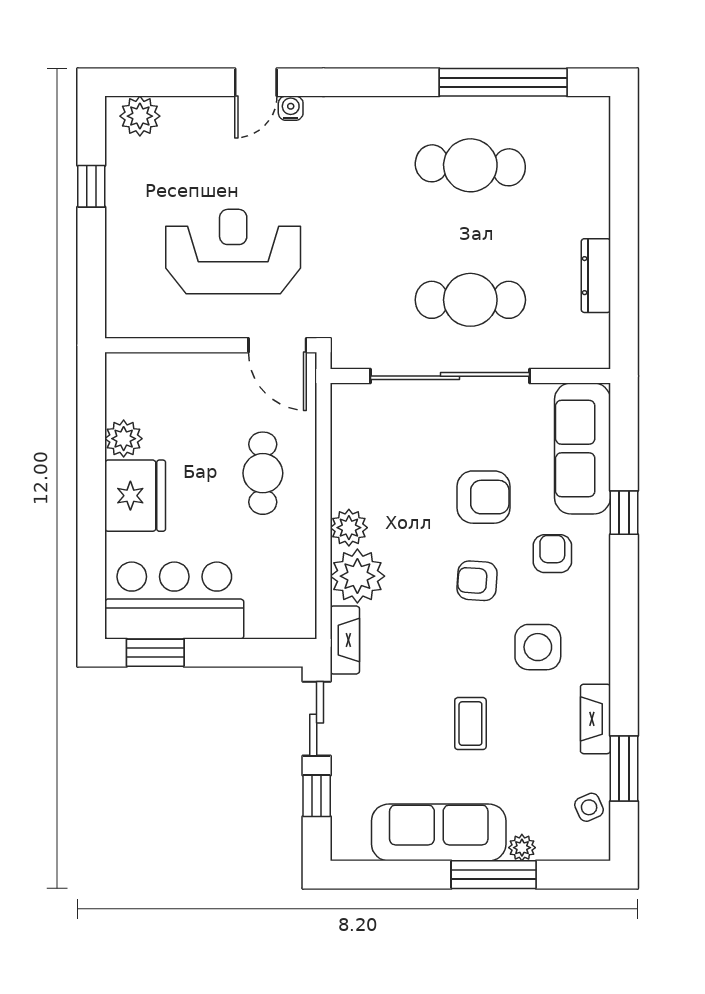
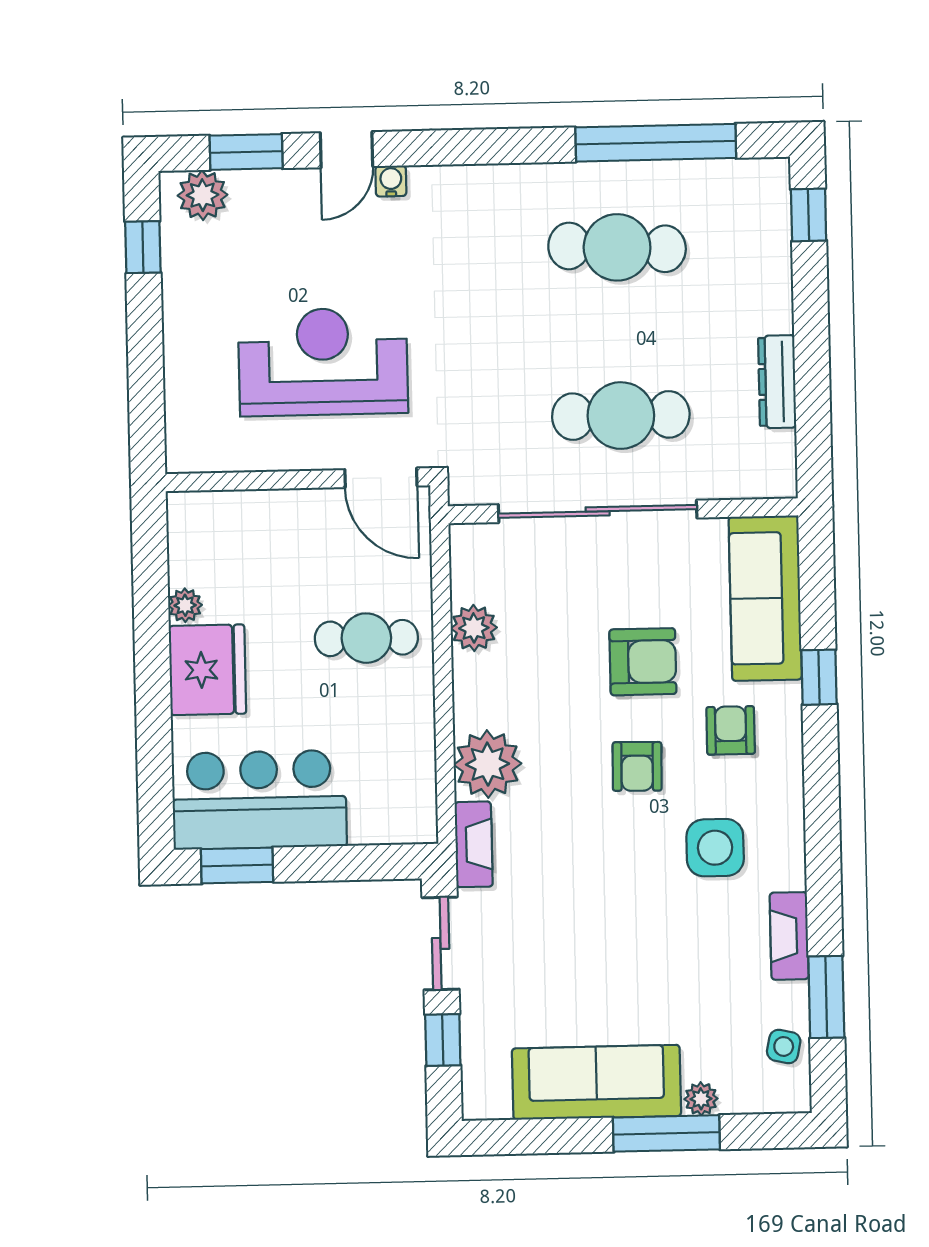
window: (175, 82) -> (246, 152), added
window: (624, 143) -> (809, 215), added
window: (91, 186) -> (143, 247), moved
plant: (124, 439) -> (185, 605), width x0.73, depth x0.73
cafe table: (263, 473) -> (366, 638), turned 90
plant: (349, 528) -> (474, 628), moved
armchair: (477, 581) -> (637, 766), turned -93
coffee table: (470, 724) -> (633, 945), removed
side table: (589, 807) -> (784, 1046), turned 36

